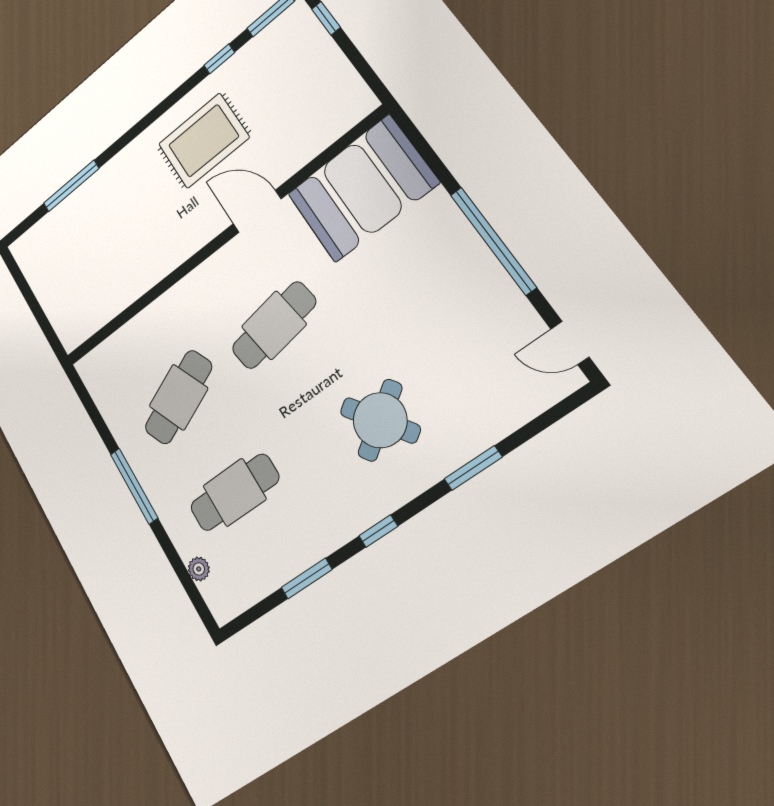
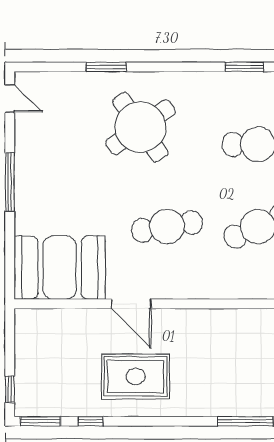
window: (493, 241) -> (10, 182), width x0.68
round table: (380, 420) -> (140, 127), width x1.36, depth x1.36
window: (378, 531) -> (183, 67), removed

